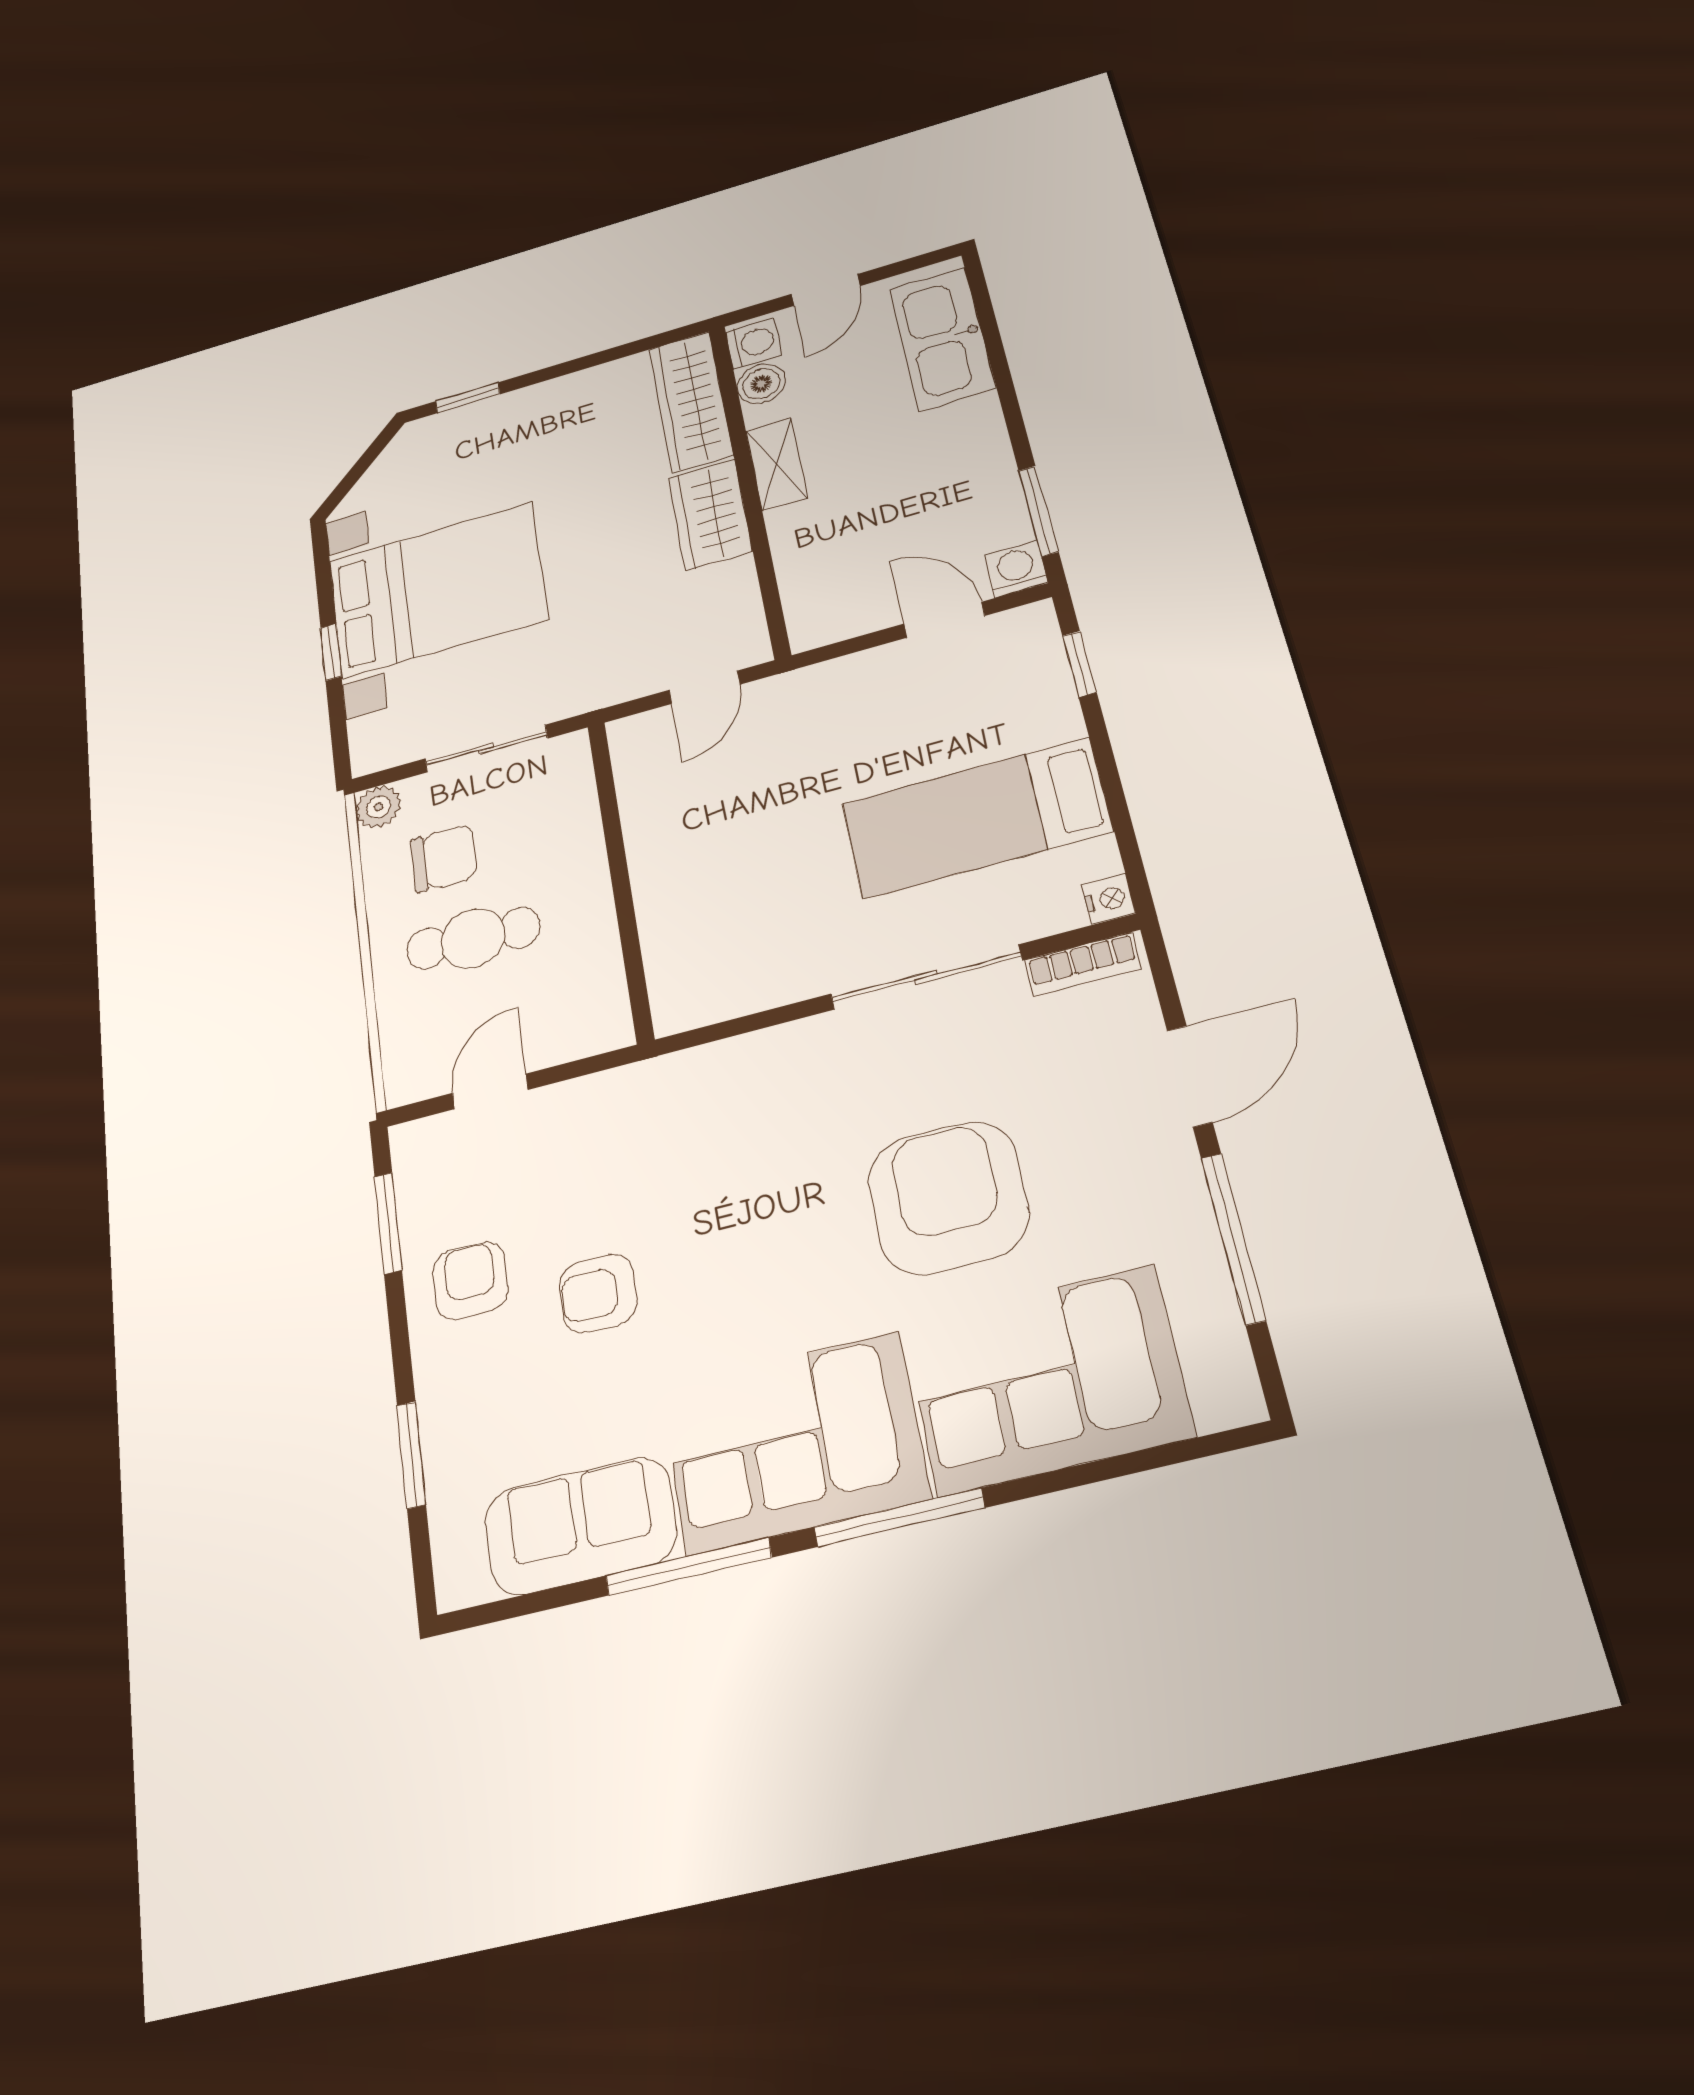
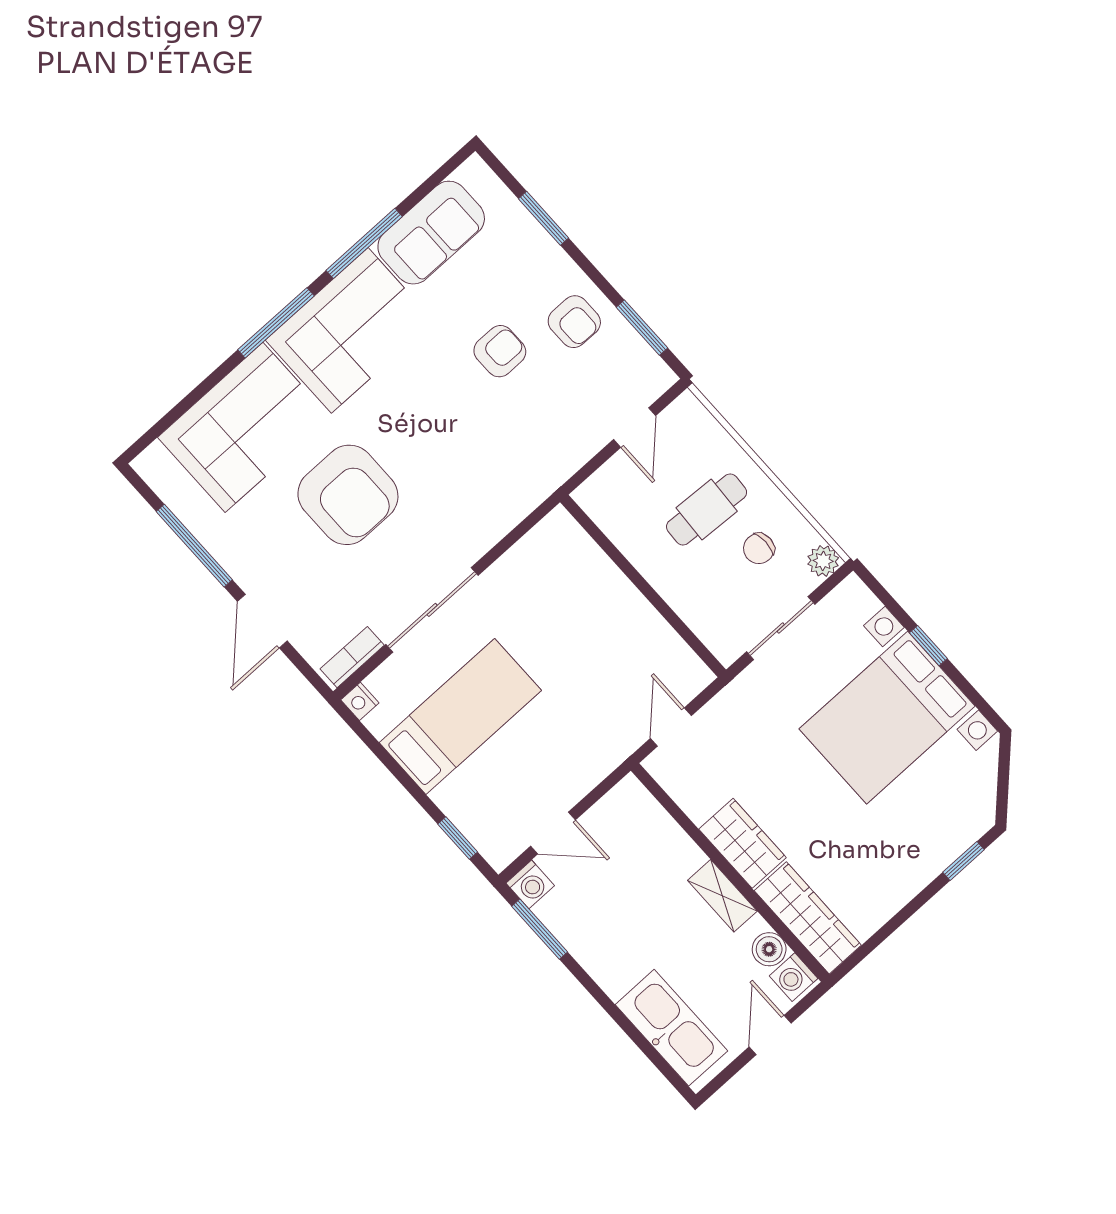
chair: (444, 858) -> (759, 549), width x0.73, depth x0.73

